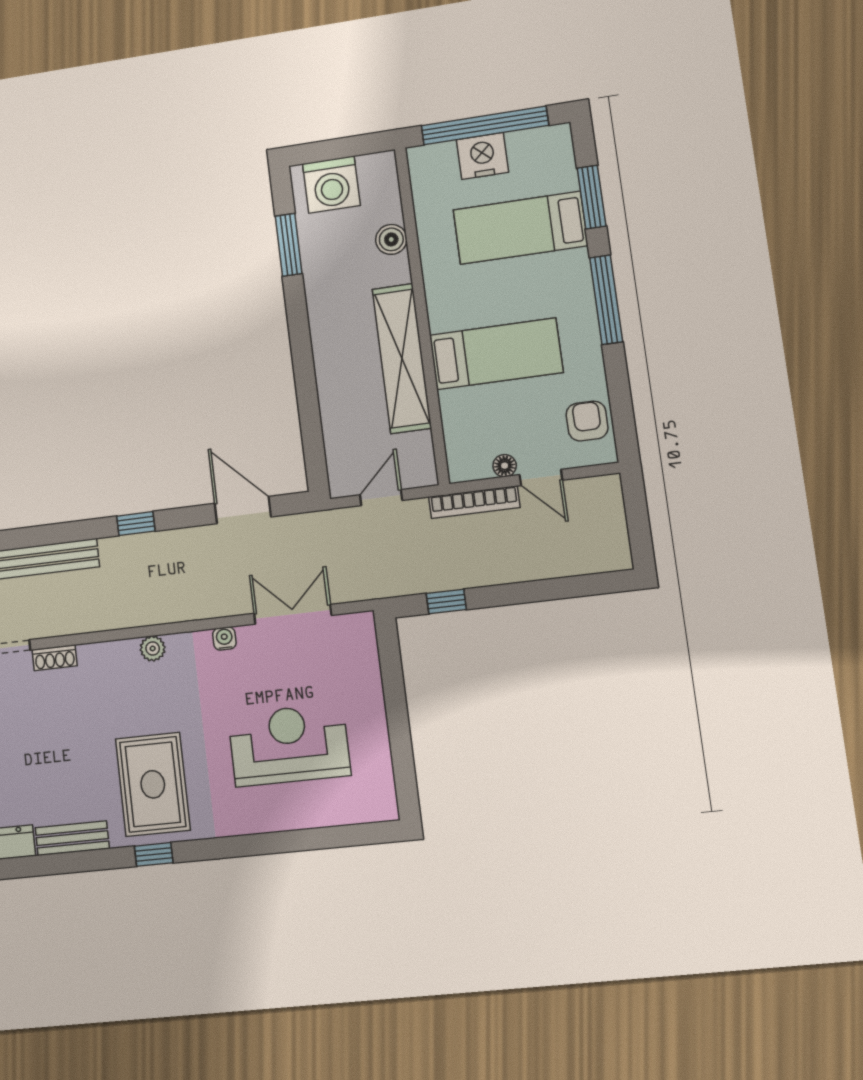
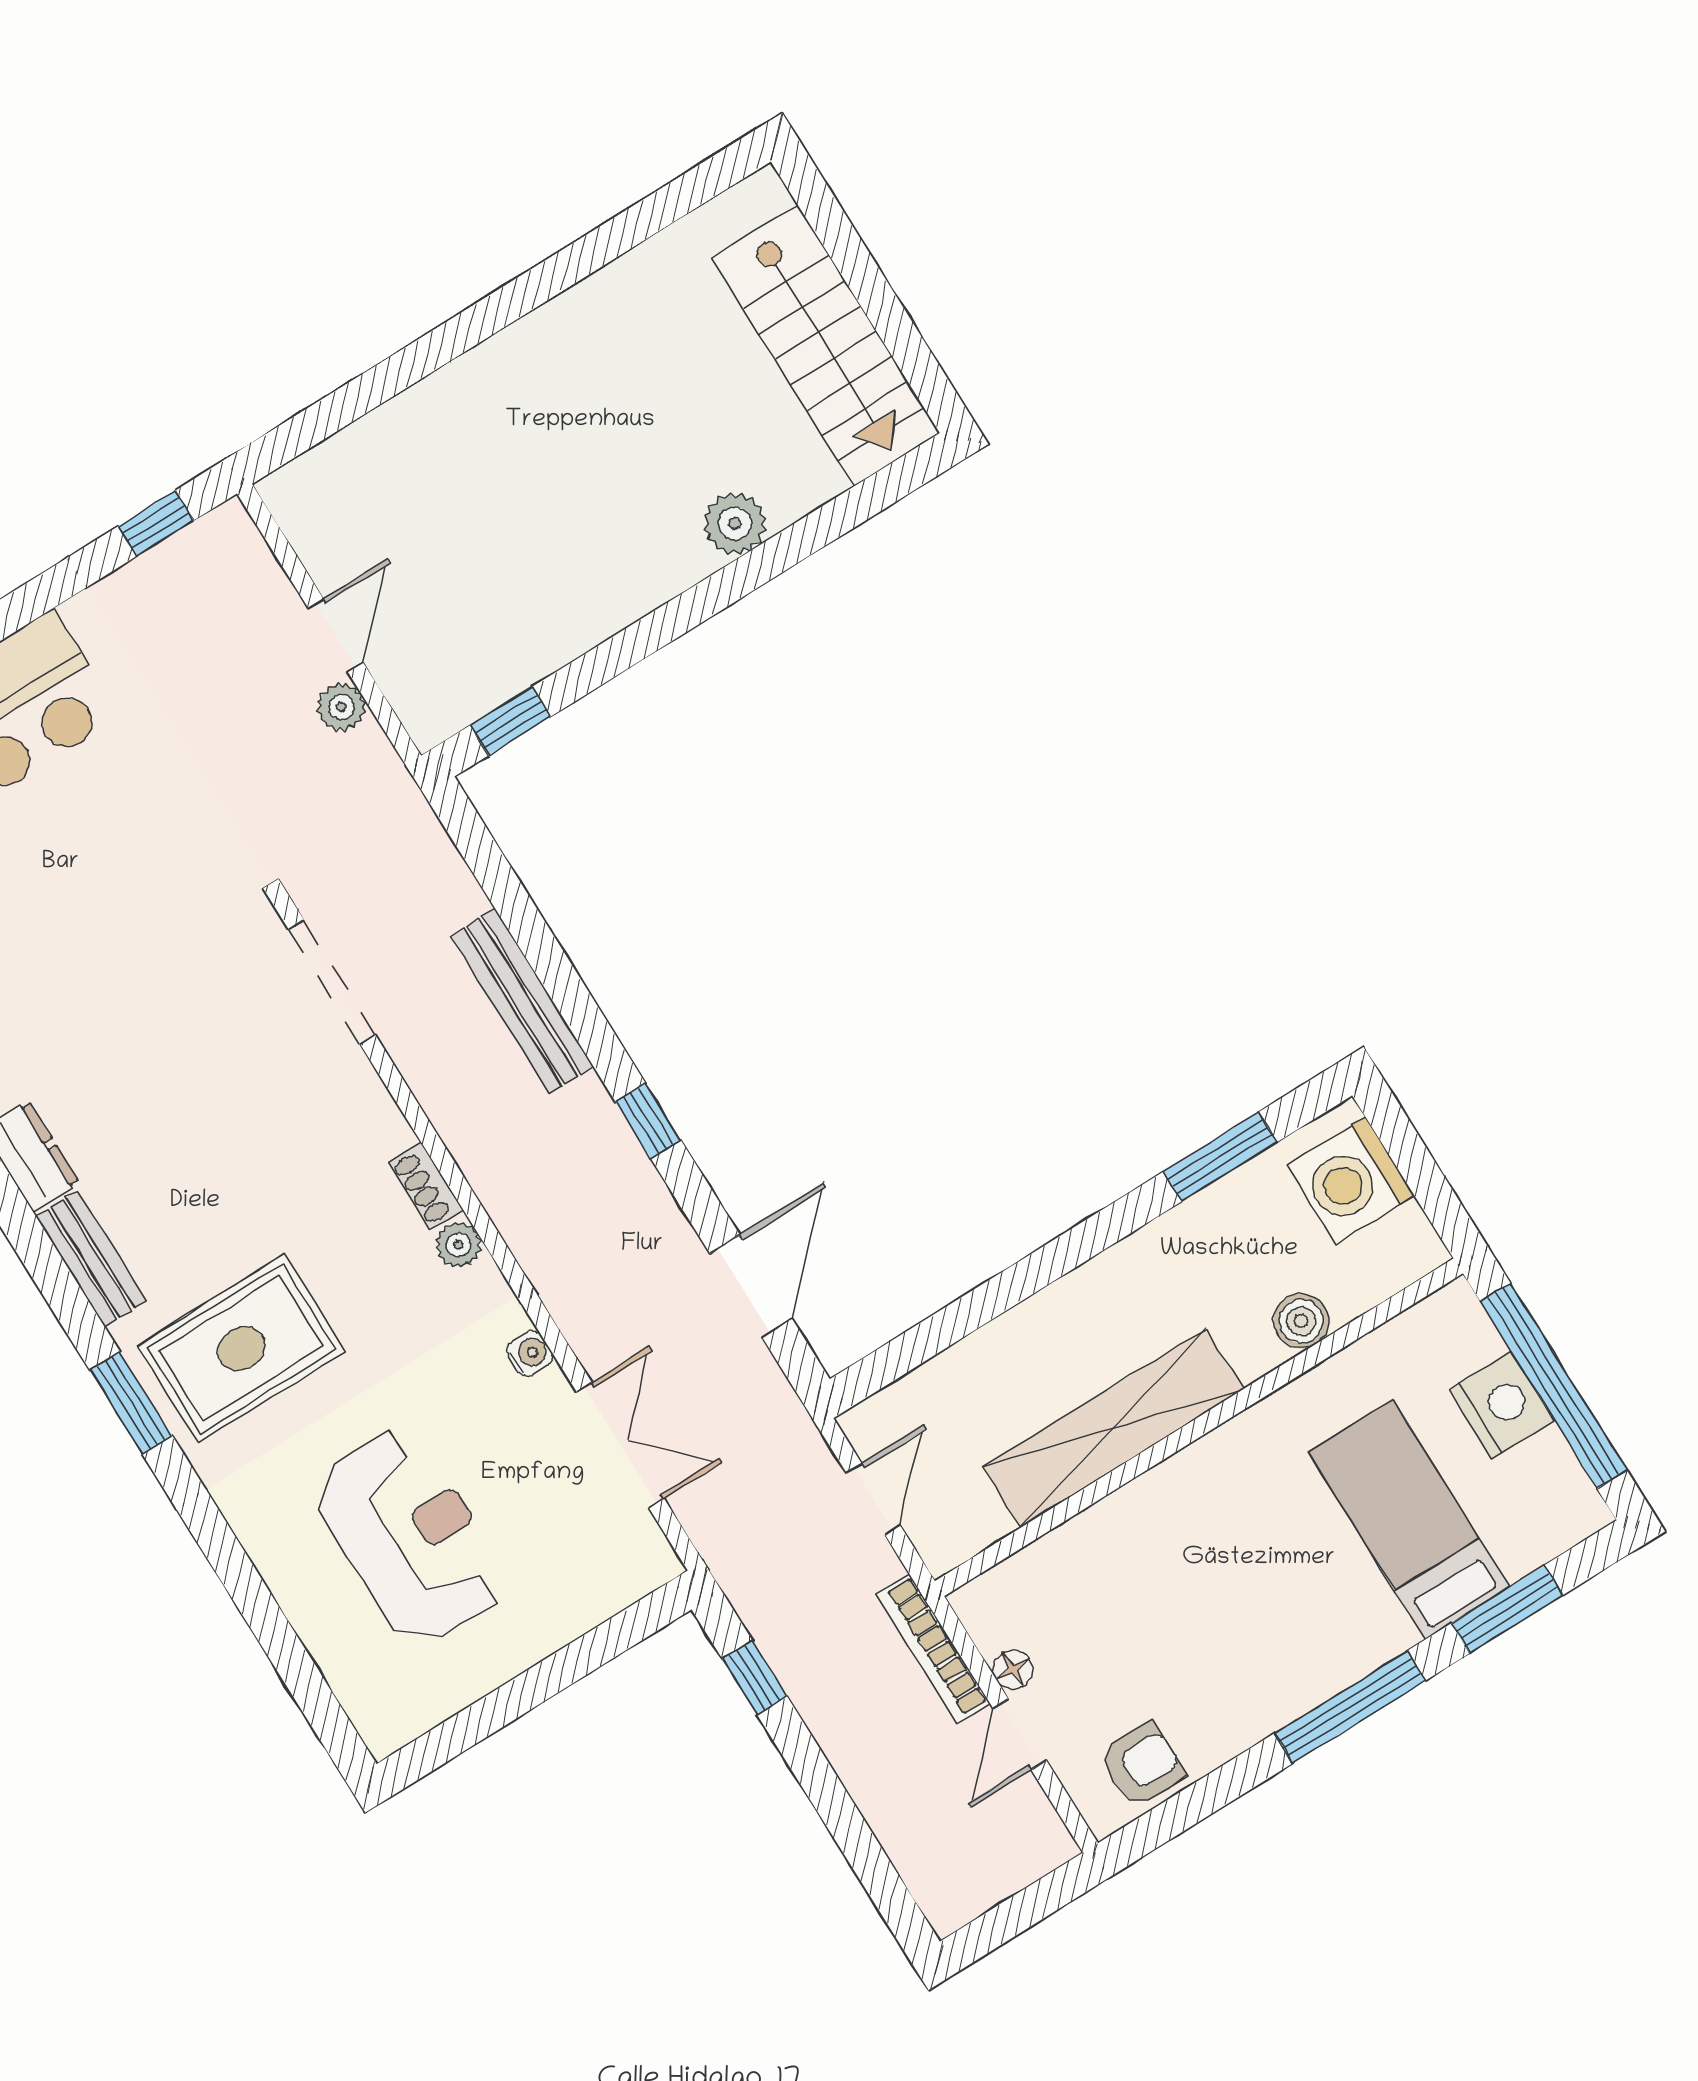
bed: (496, 354) -> (1187, 1574), removed
door: (381, 498) -> (873, 1499), hinge flipped
shoe rack: (55, 658) -> (426, 1186), moved
window: (154, 854) -> (131, 1403), width x1.50

